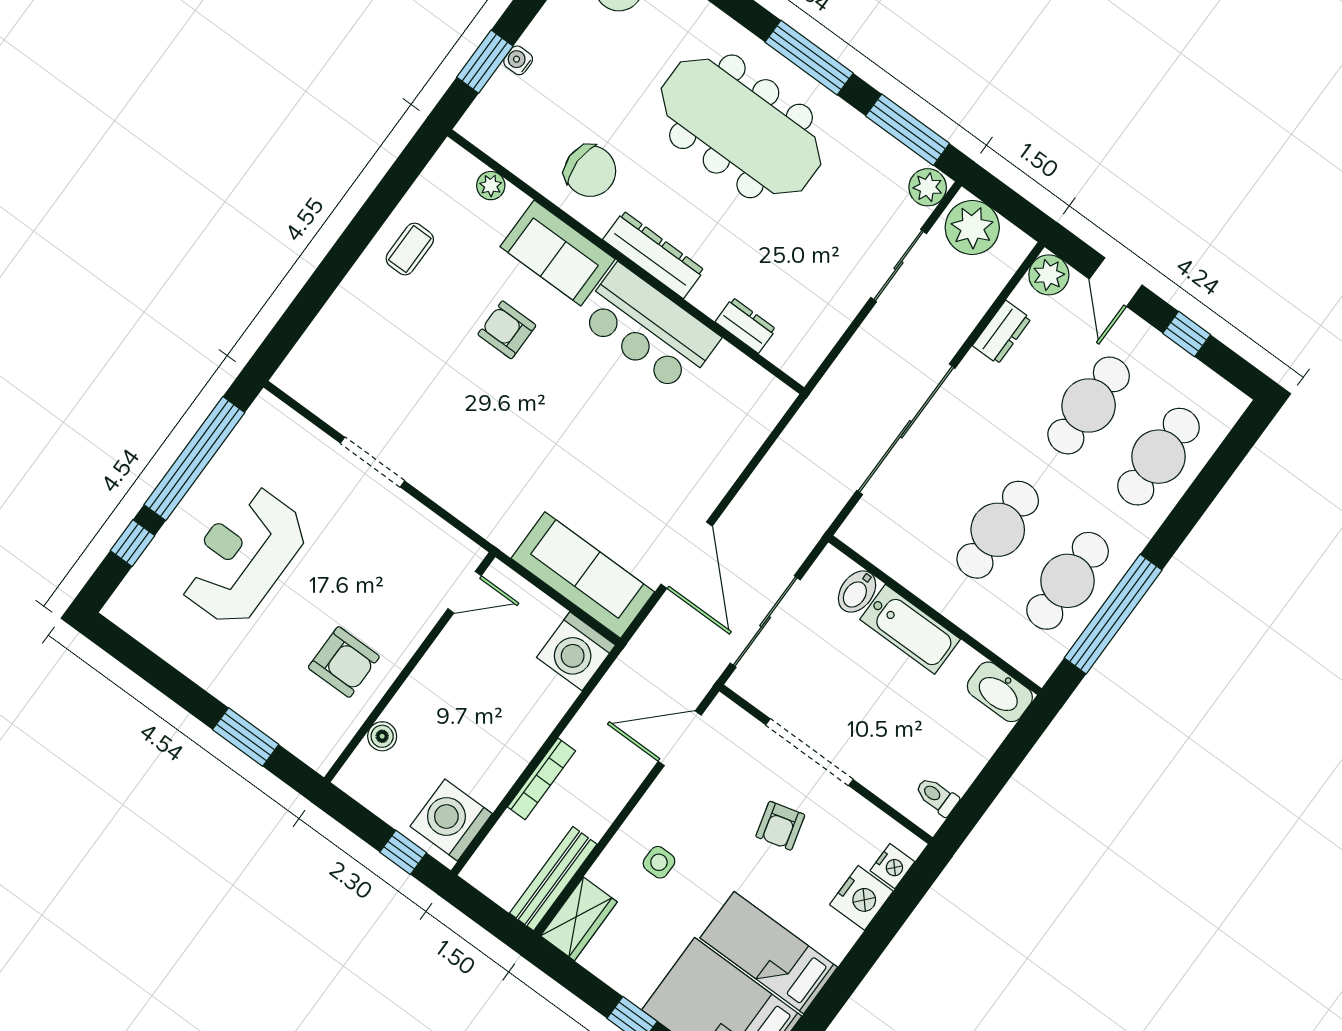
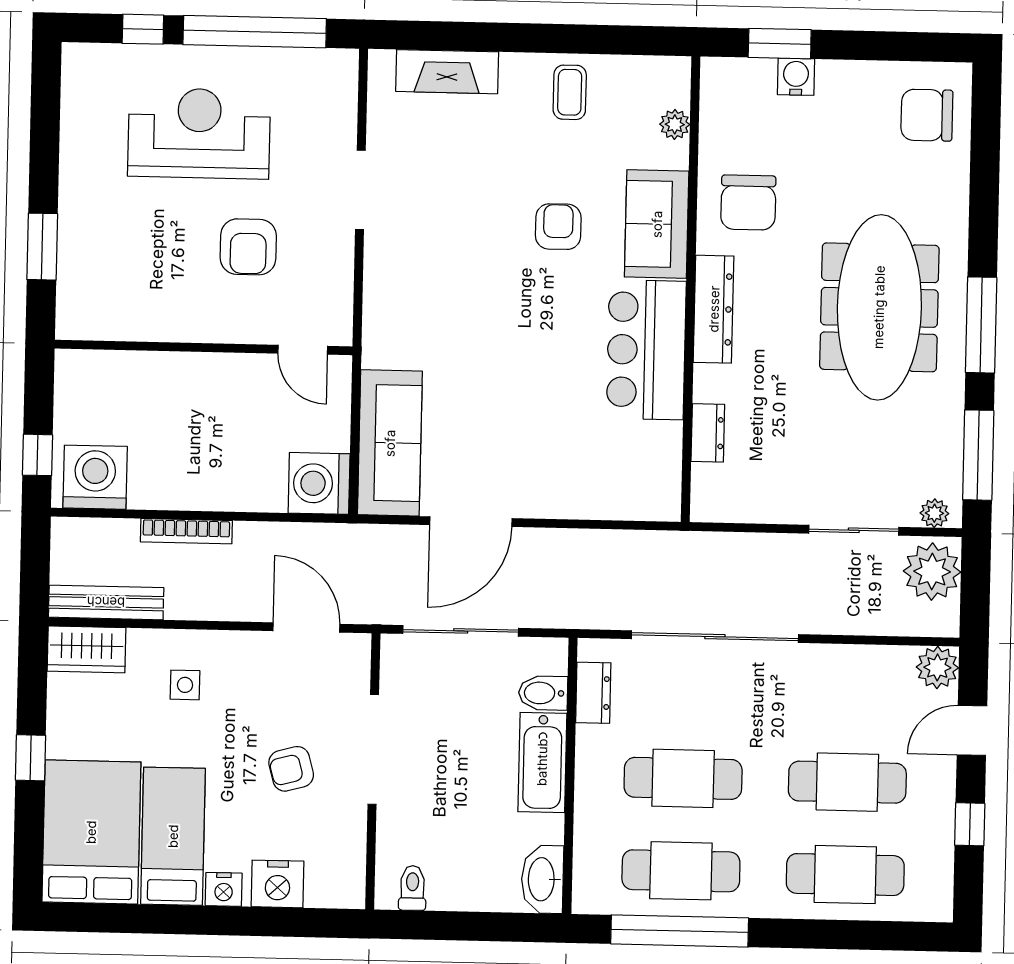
water cooler: (518, 60) -> (796, 77), width x1.38, depth x1.38
plant: (928, 187) -> (934, 513), width x0.73, depth x0.73
coffee table: (410, 249) -> (570, 92), turned 90
fireplace: (328, 332) -> (447, 72), added
dresser: (1002, 332) -> (593, 693), moved, turned -90
armchair: (344, 662) -> (248, 247), moved
boiler: (382, 736) -> (126, 366), removed
nightstand: (892, 866) -> (224, 889), moved

